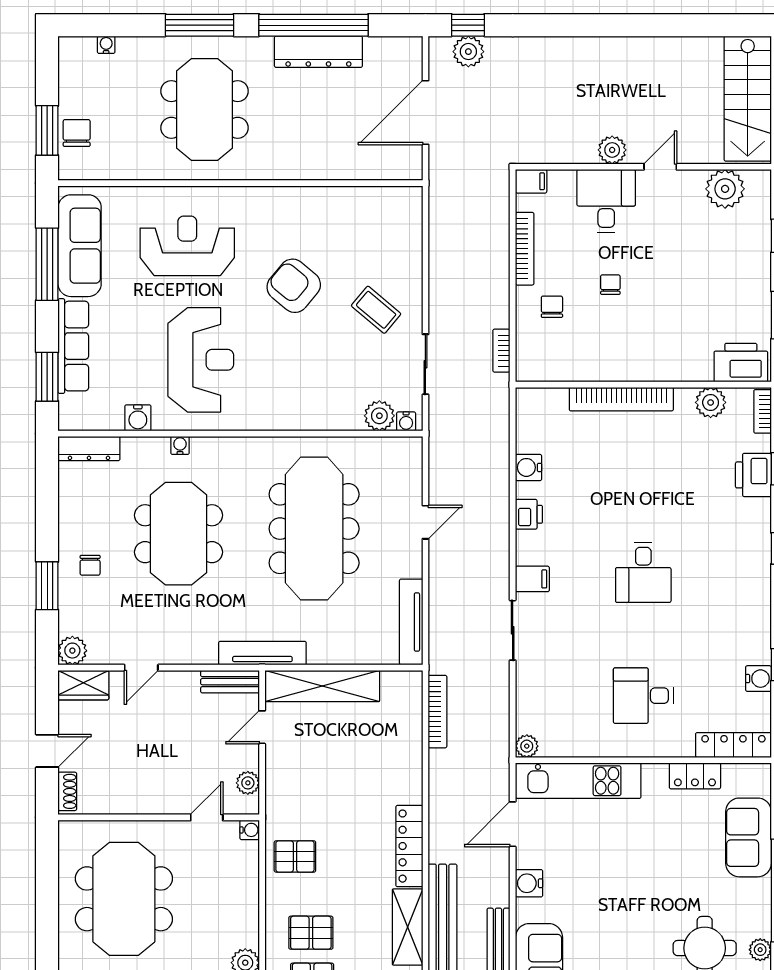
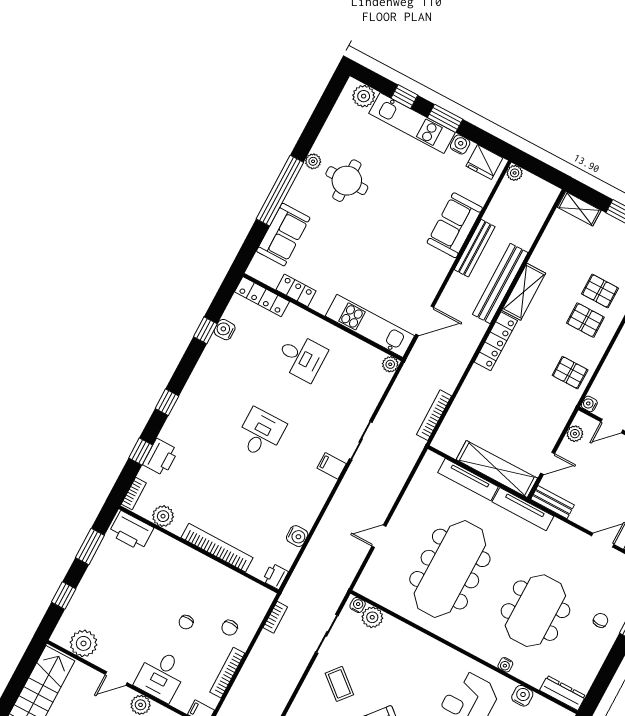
printer: (529, 514) -> (275, 576), moved
tv unit: (411, 622) -> (468, 480), moved, turned 90
water cooler: (529, 883) -> (434, 279), removed

